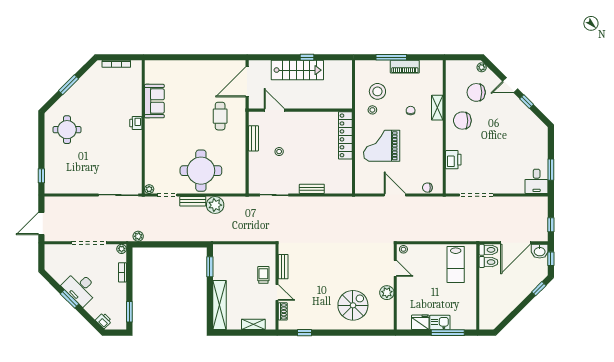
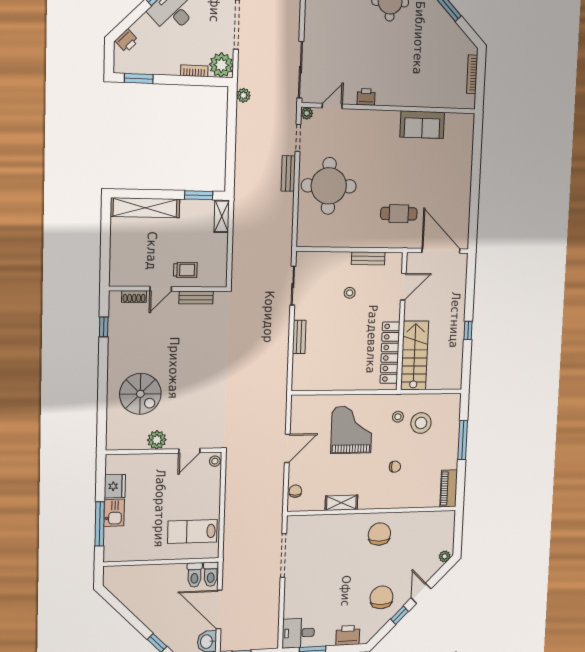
piano: (405, 67) -> (449, 488), moved
stairs: (297, 70) -> (415, 356), moved, turned 180
chair: (476, 92) -> (381, 597), moved
shelving: (437, 108) -> (341, 503), moved
printer: (136, 123) -> (366, 97), moved
locker: (345, 135) -> (390, 353), moved, turned -90
printer: (453, 160) -> (348, 635), moved, turned 180
door: (143, 170) -> (332, 106), added
plant: (215, 205) -> (282, 204), removed
plant: (122, 249) -> (221, 65), width x1.88, depth x1.88
shelving: (253, 324) -> (222, 216), moved

